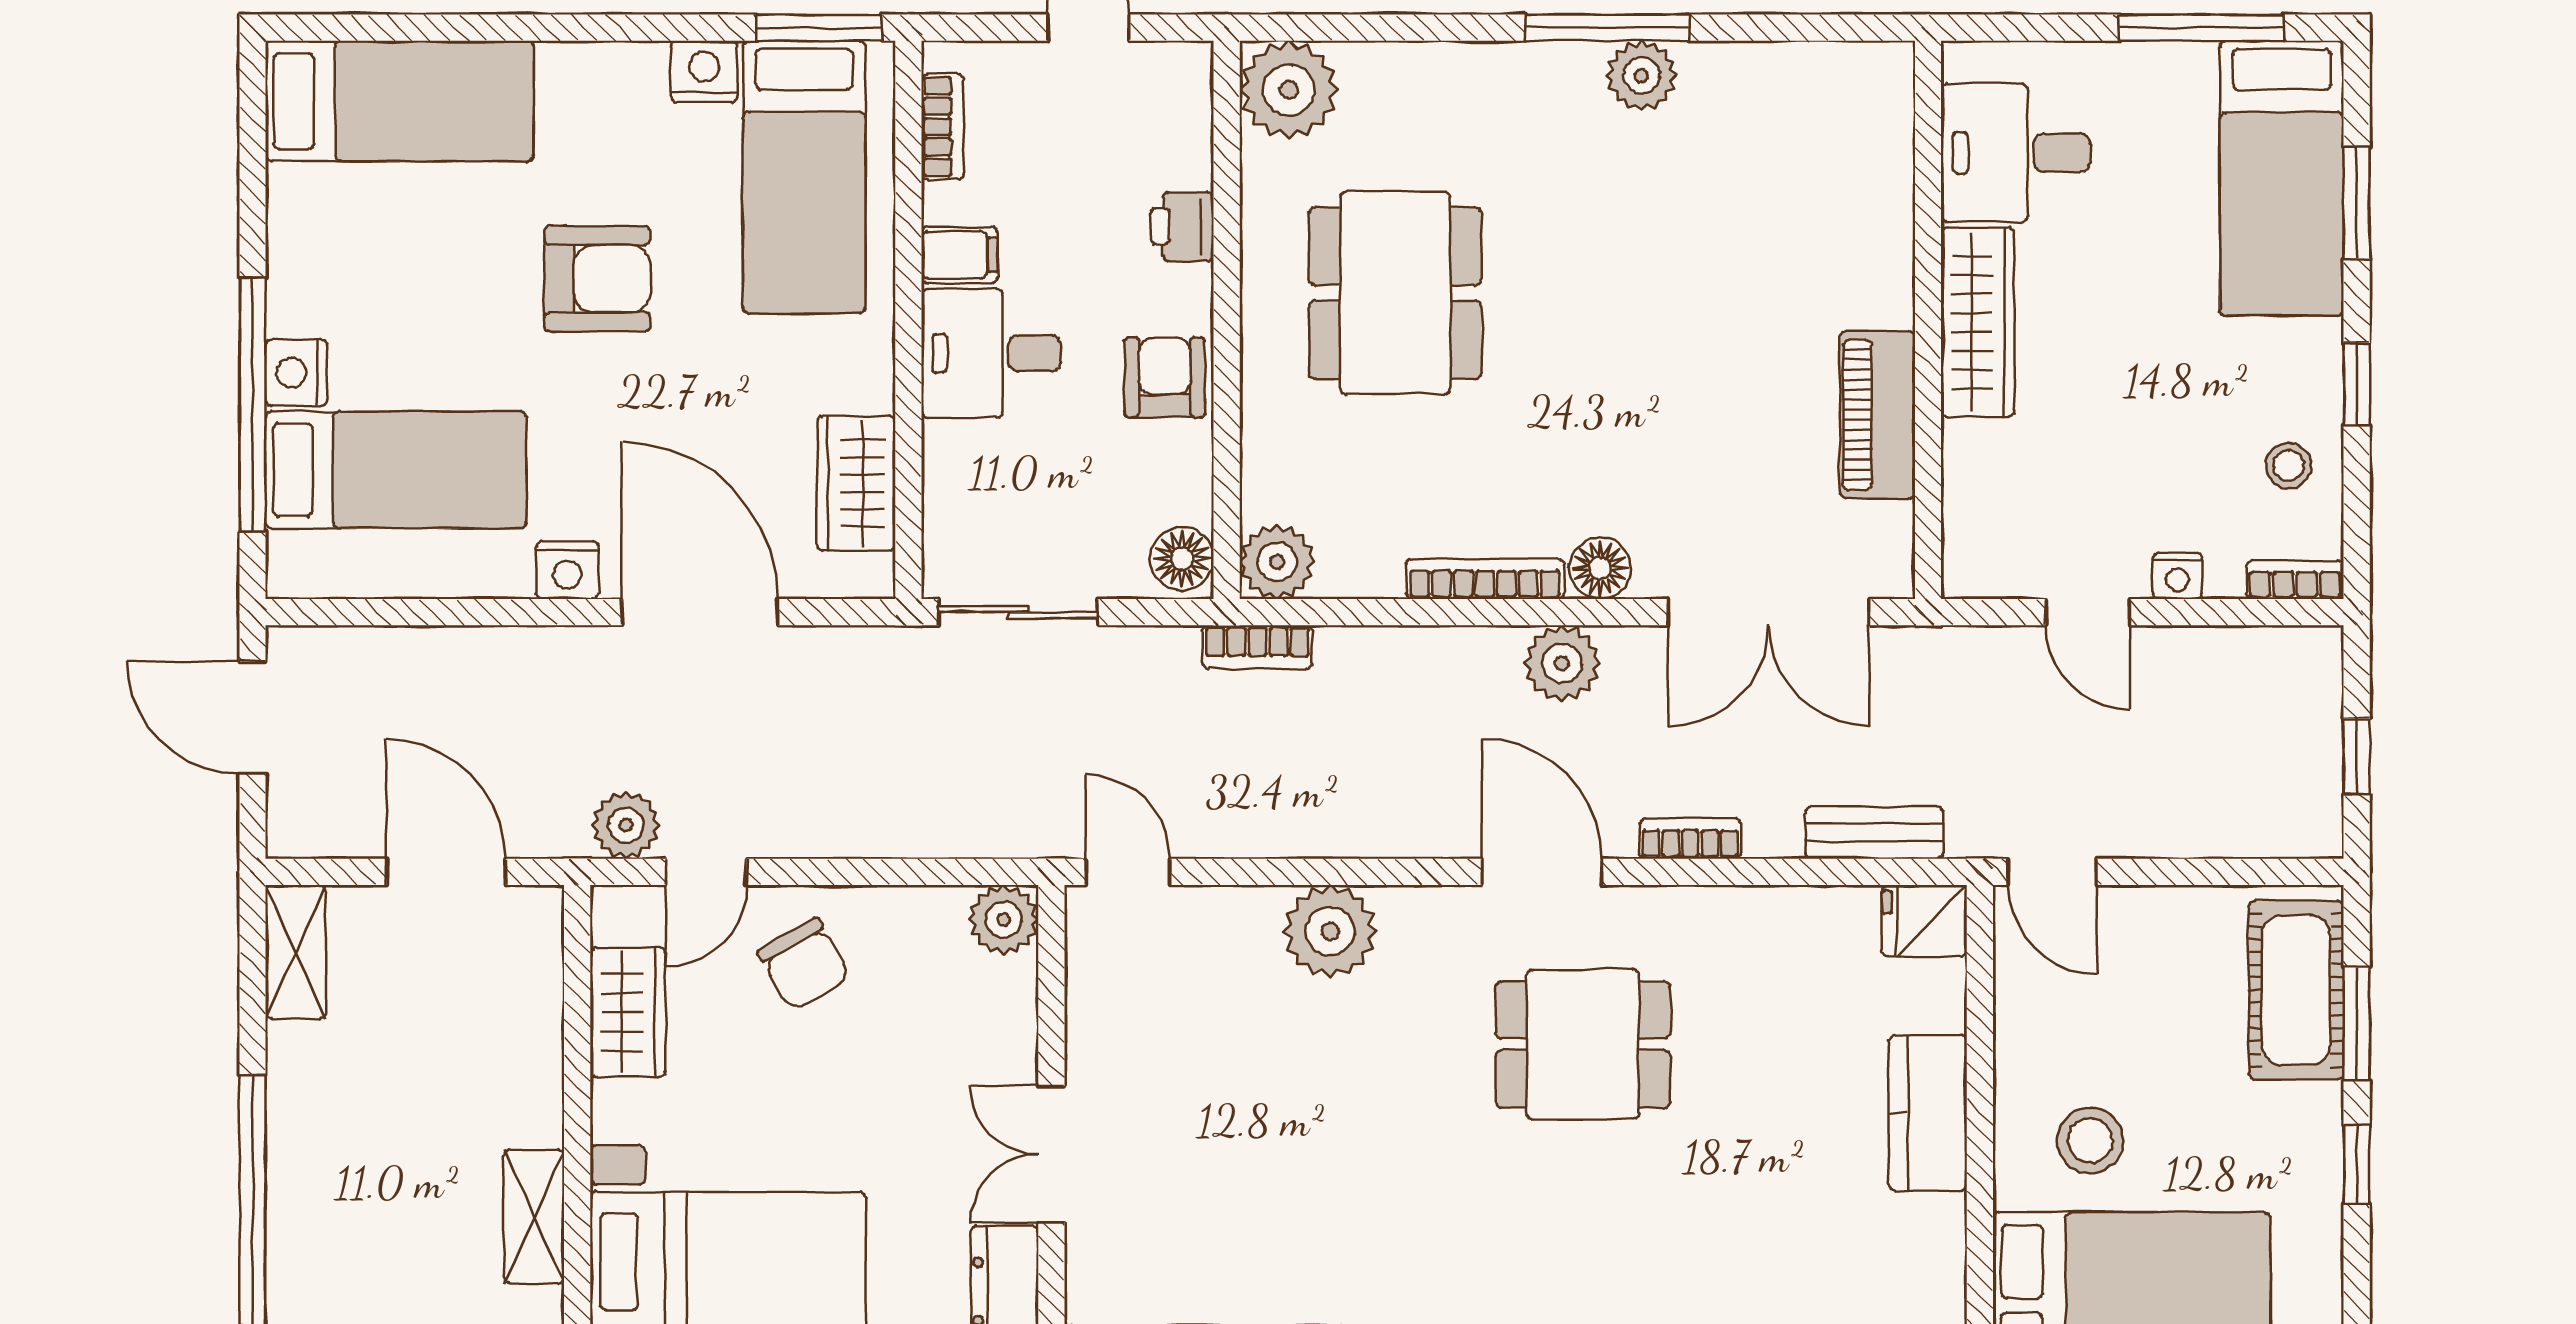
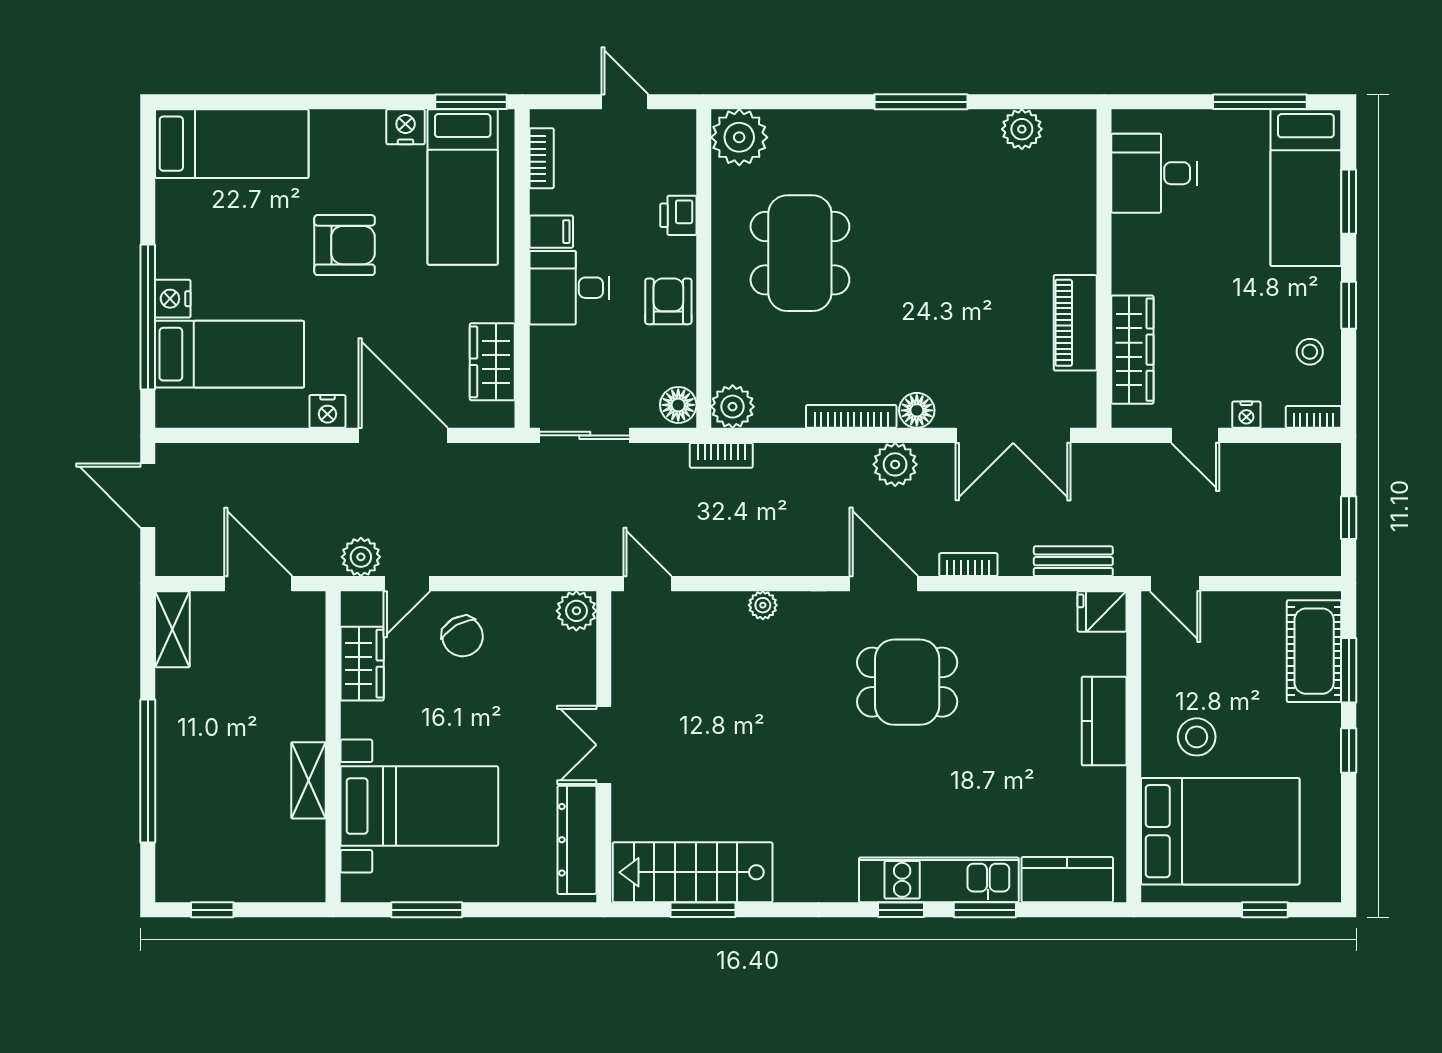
plant: (1641, 76) -> (1022, 129), moved
wardrobe: (1978, 322) -> (1132, 350), moved
plant: (1330, 931) -> (763, 605), width x0.53, depth x0.53

